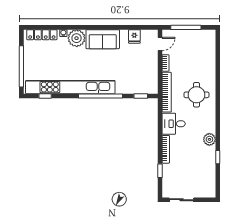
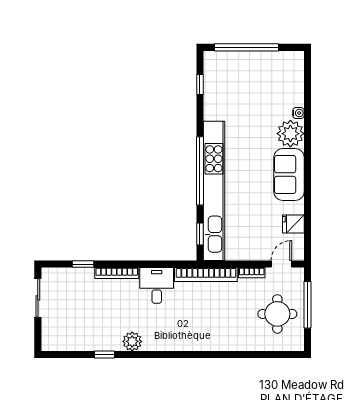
locker: (42, 35) -> (296, 79), removed
door: (160, 44) -> (281, 264), swing flipped
kitchen unit: (70, 87) -> (214, 191), moved
round table: (196, 95) -> (277, 314), moved

